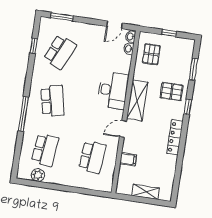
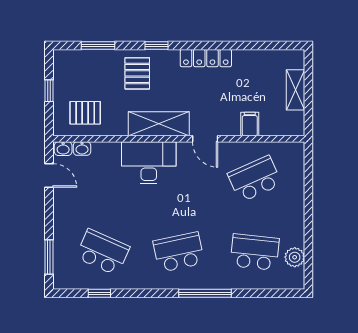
school desk: (92, 157) -> (255, 179), turned -30

